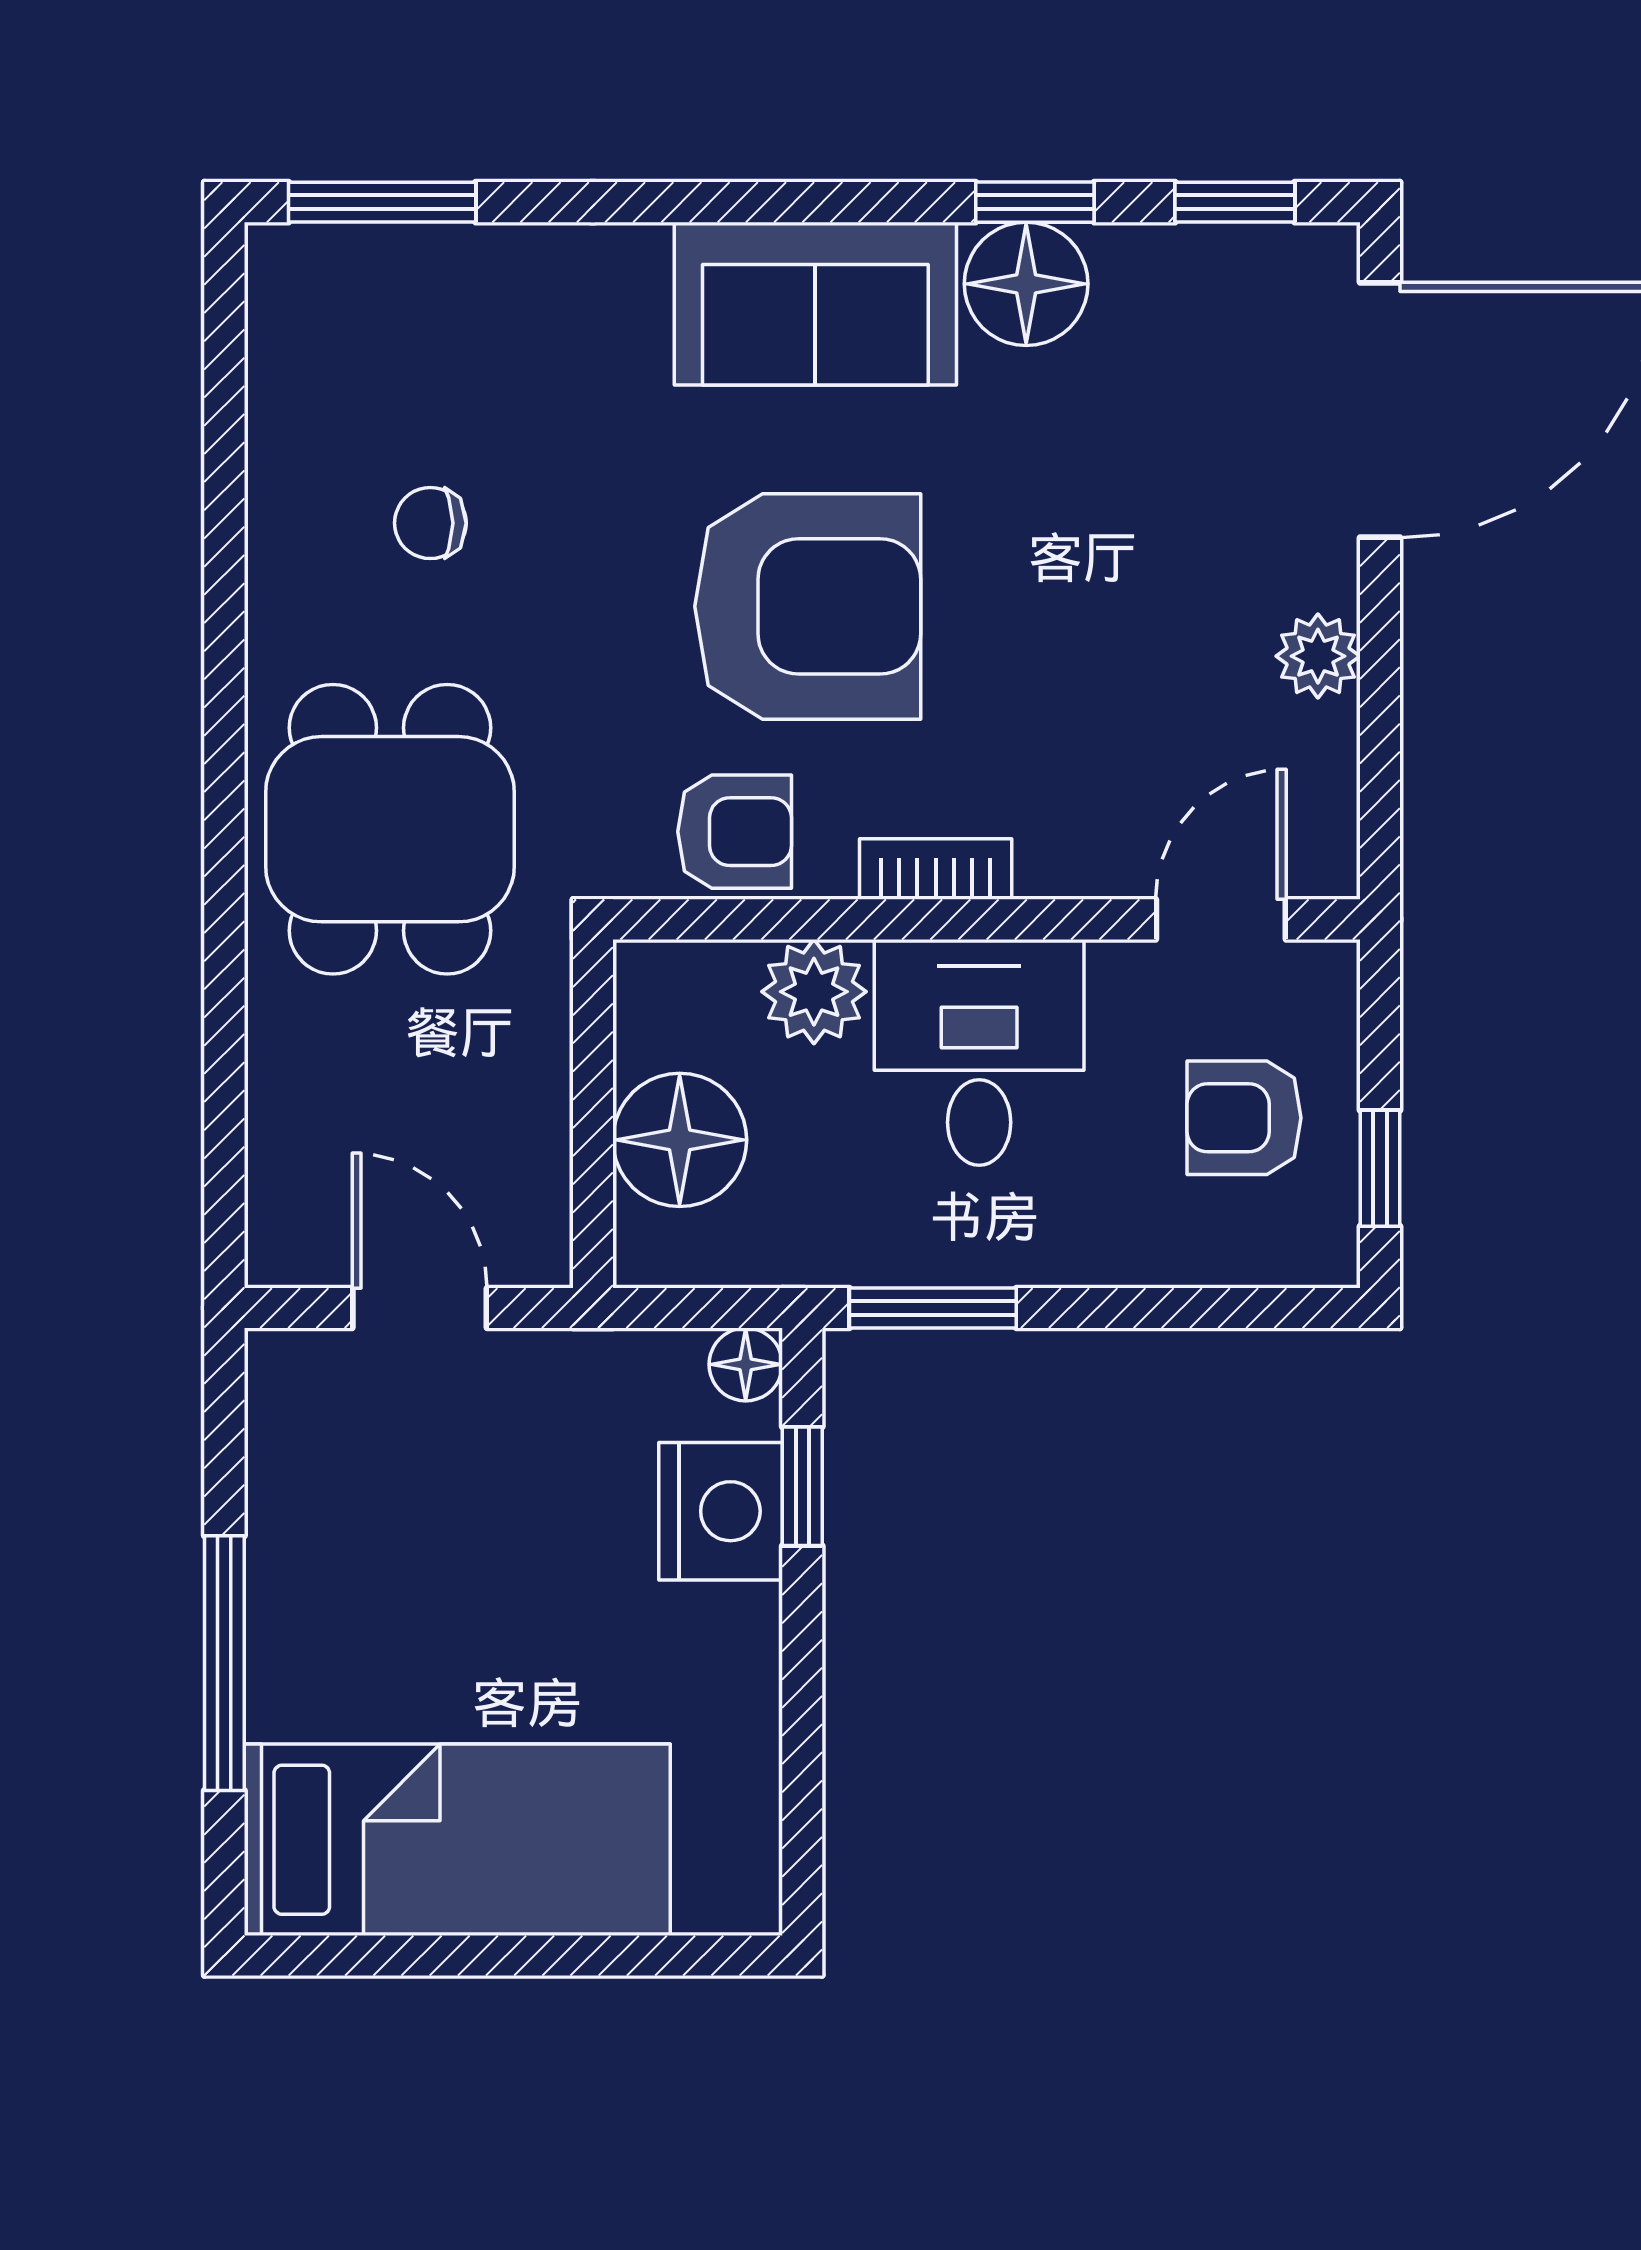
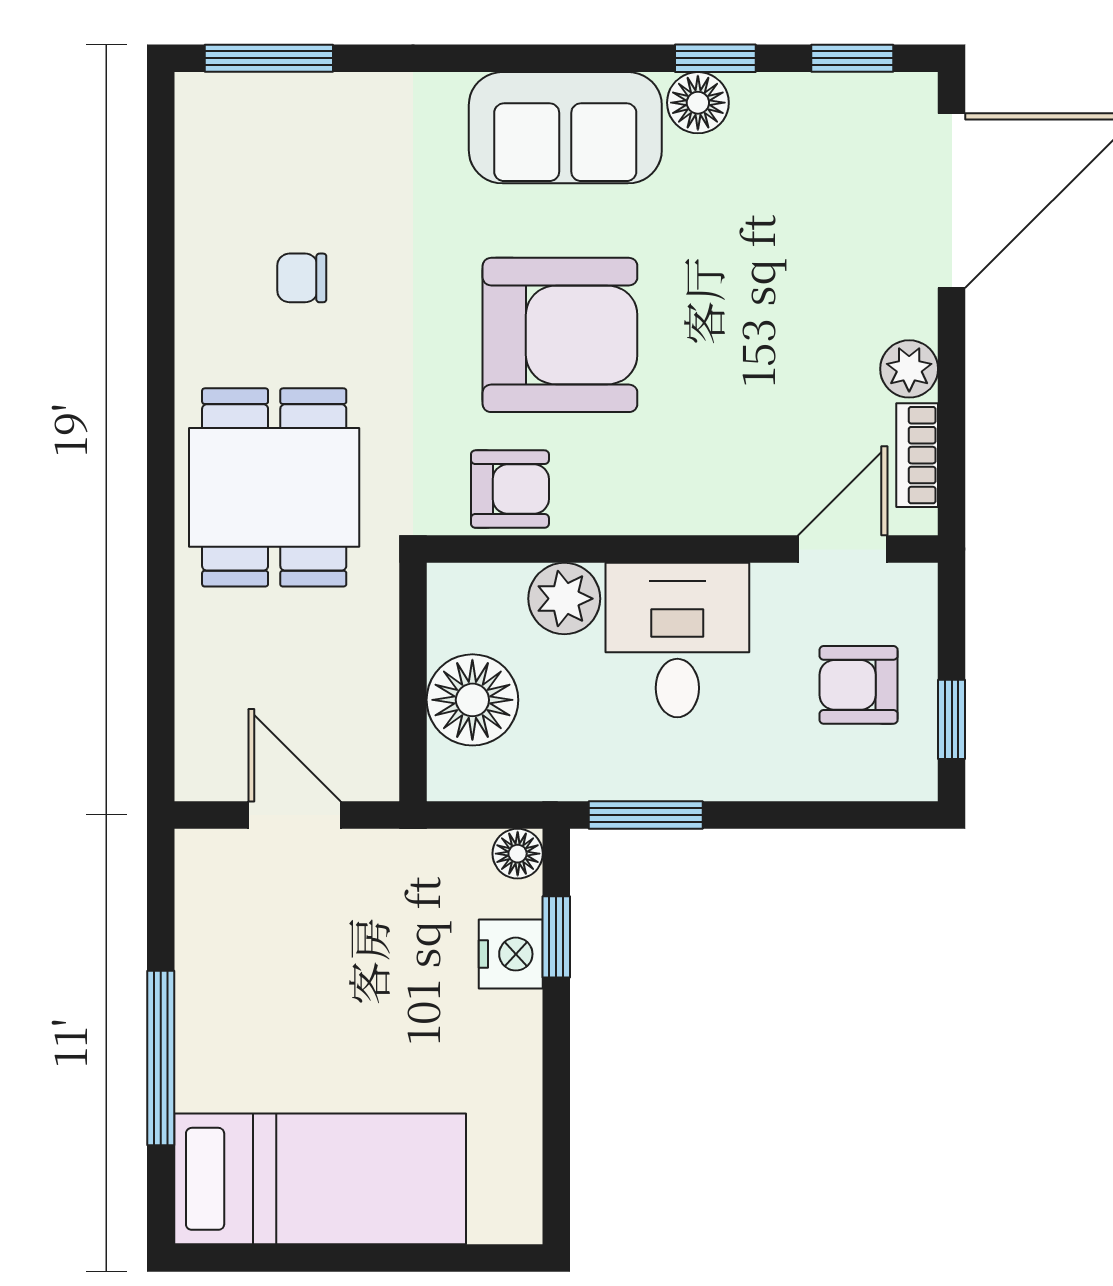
floor lamp: (1026, 284) -> (698, 103), width x0.73, depth x0.73
bookcase: (936, 869) -> (917, 455), moved, turned -90
nightstand: (721, 1511) -> (511, 954), width x0.74, depth x0.75

